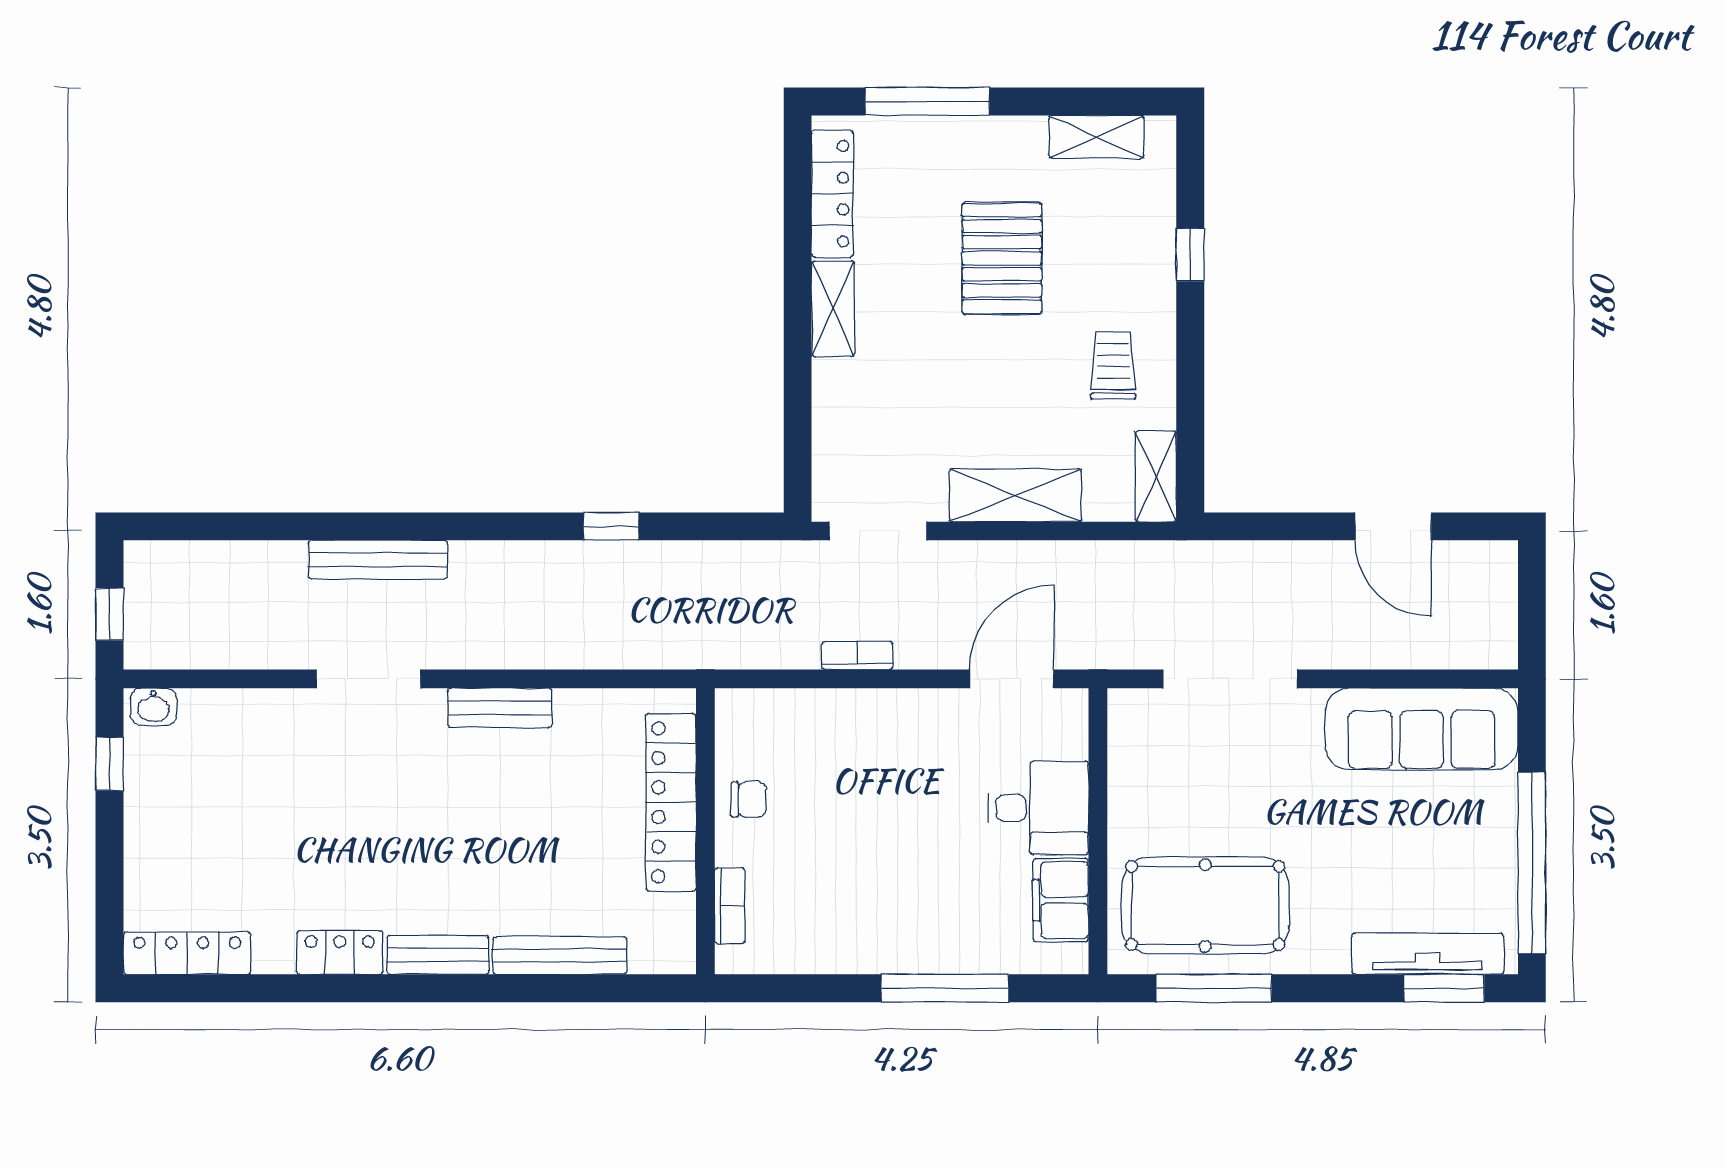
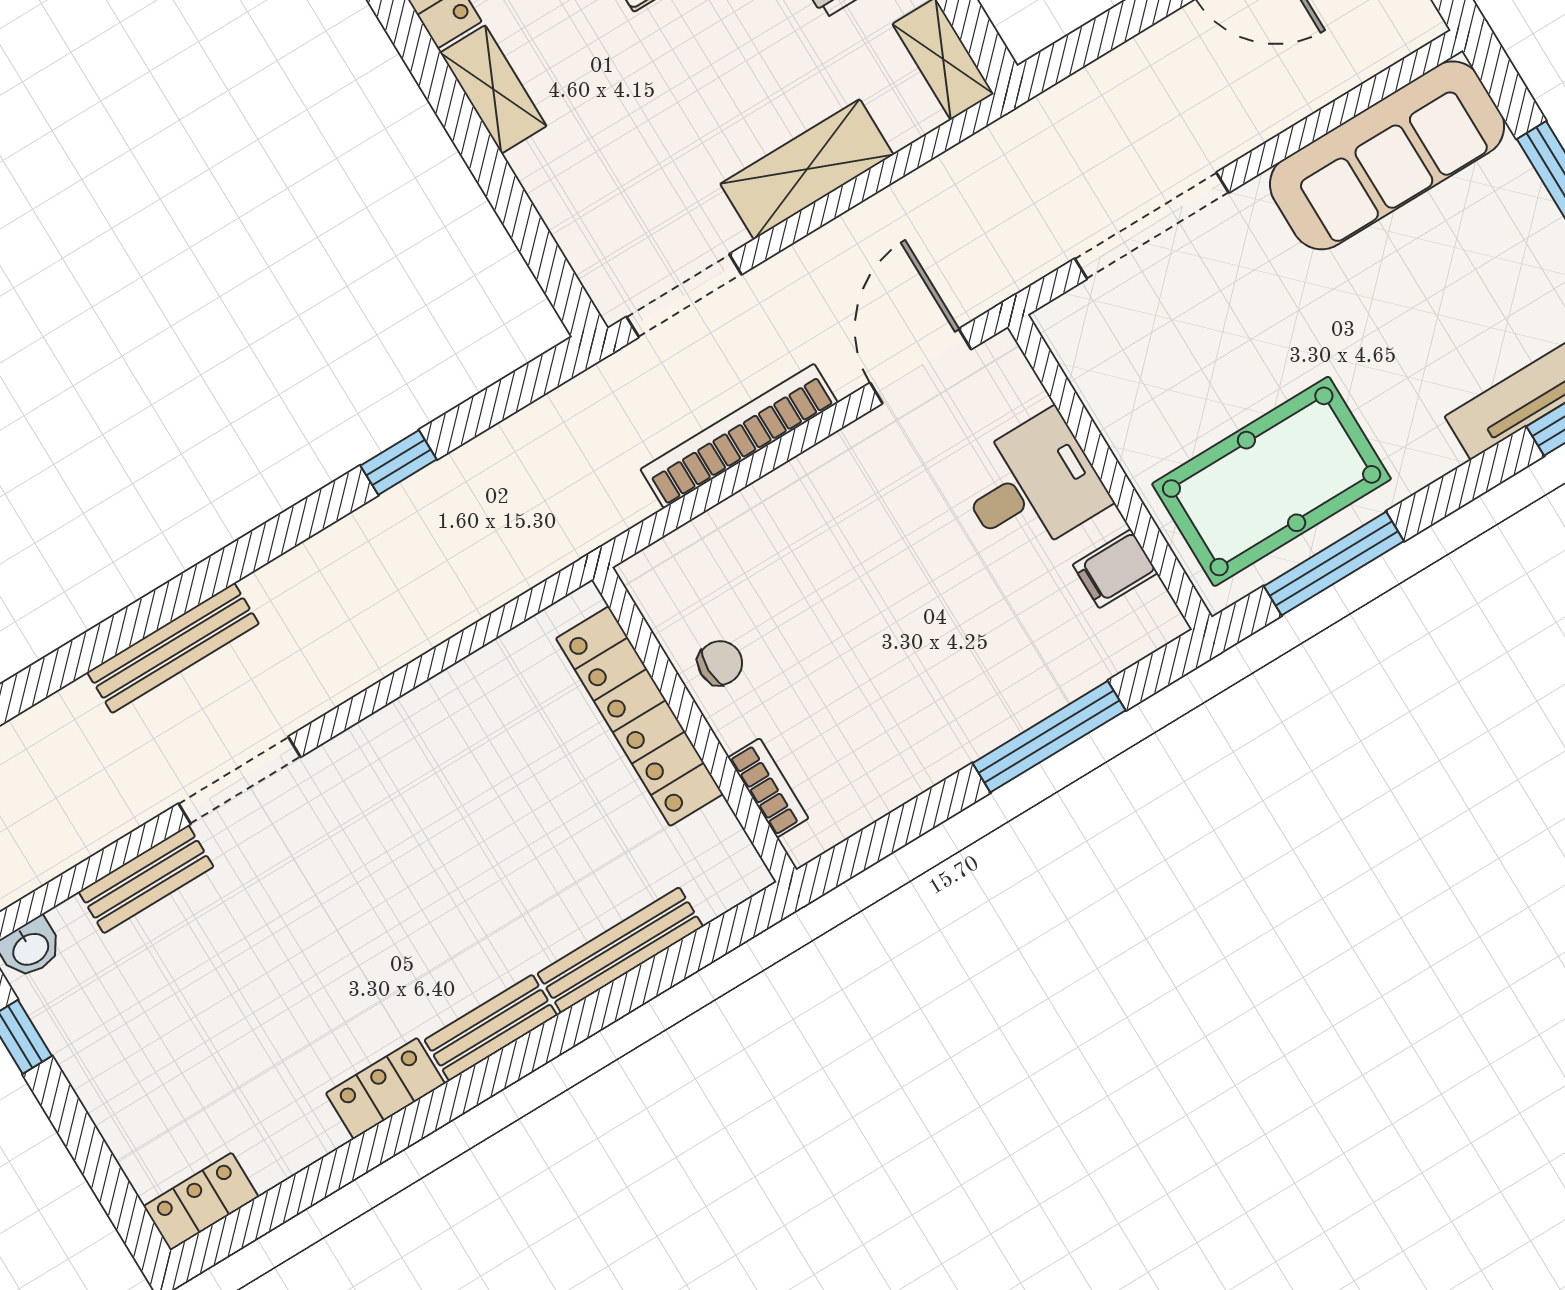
bookcase: (857, 655) -> (739, 436), width x2.31, depth x1.31
bench: (500, 708) -> (146, 879), moved
filing cabinet: (1061, 900) -> (1115, 569), width x0.50
locker: (187, 953) -> (201, 1202), width x0.66

